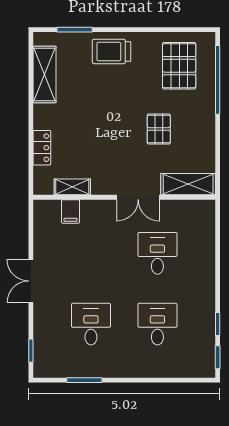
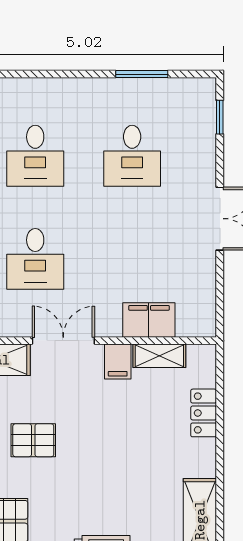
pallet: (159, 129) -> (33, 440), turned 90
filing cabinet: (101, 183) -> (118, 362), added
filing cabinet: (71, 211) -> (149, 320), width x2.00

